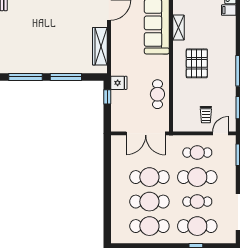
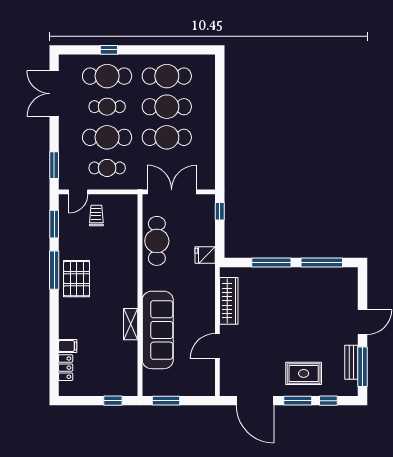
pallet: (197, 63) -> (77, 279), moved
cafe table: (157, 94) -> (157, 241), width x1.37, depth x1.35
window: (107, 97) -> (220, 211), moved

